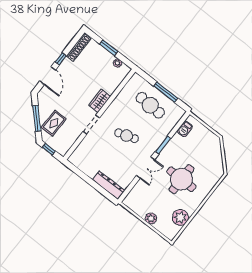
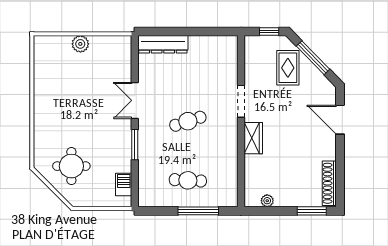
window: (109, 48) -> (312, 211), moved
window: (61, 59) -> (340, 152), removed
window: (166, 92) -> (198, 211), moved
cafe table: (150, 105) -> (188, 180), width x0.73, depth x0.74
round table: (181, 179) -> (71, 166), moved, width x0.73, depth x0.73
plant: (180, 217) -> (46, 73), removed

